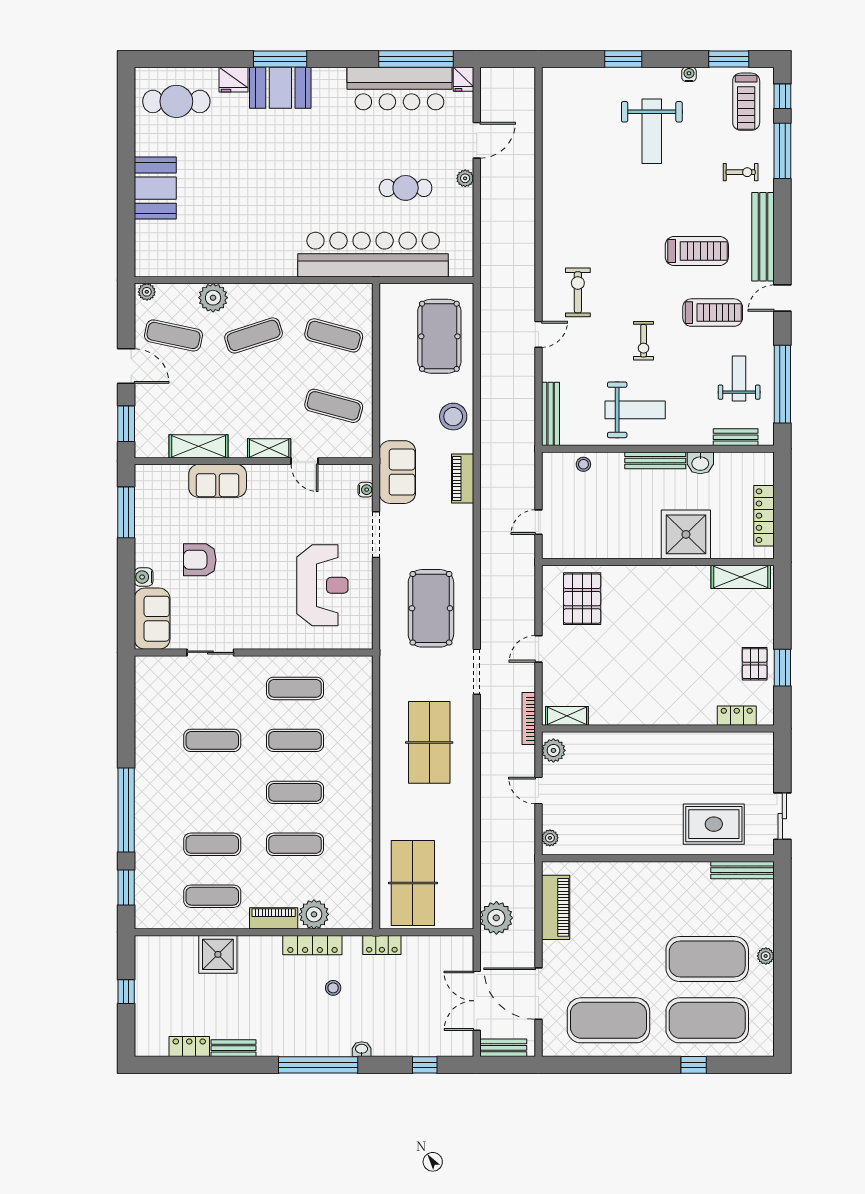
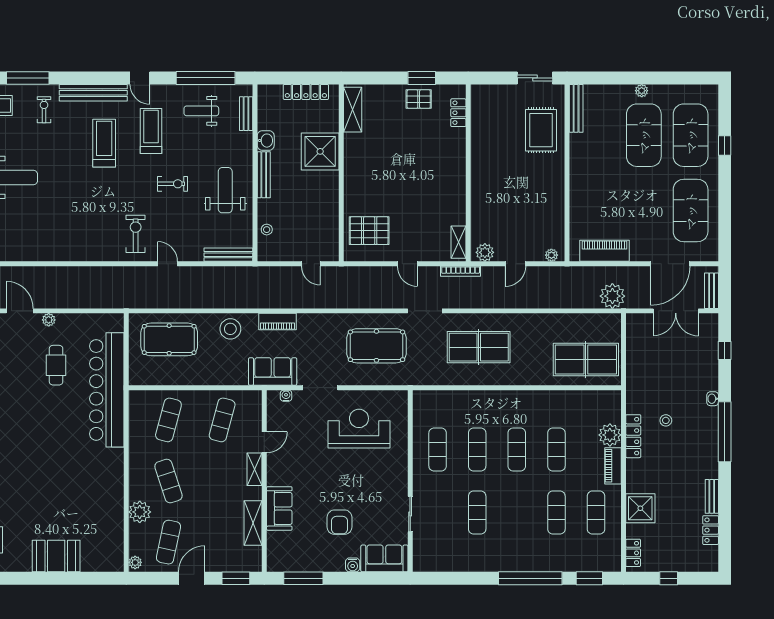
exercise bike: (578, 292) -> (136, 234), turned 90
locker: (382, 945) -> (633, 553), moved

